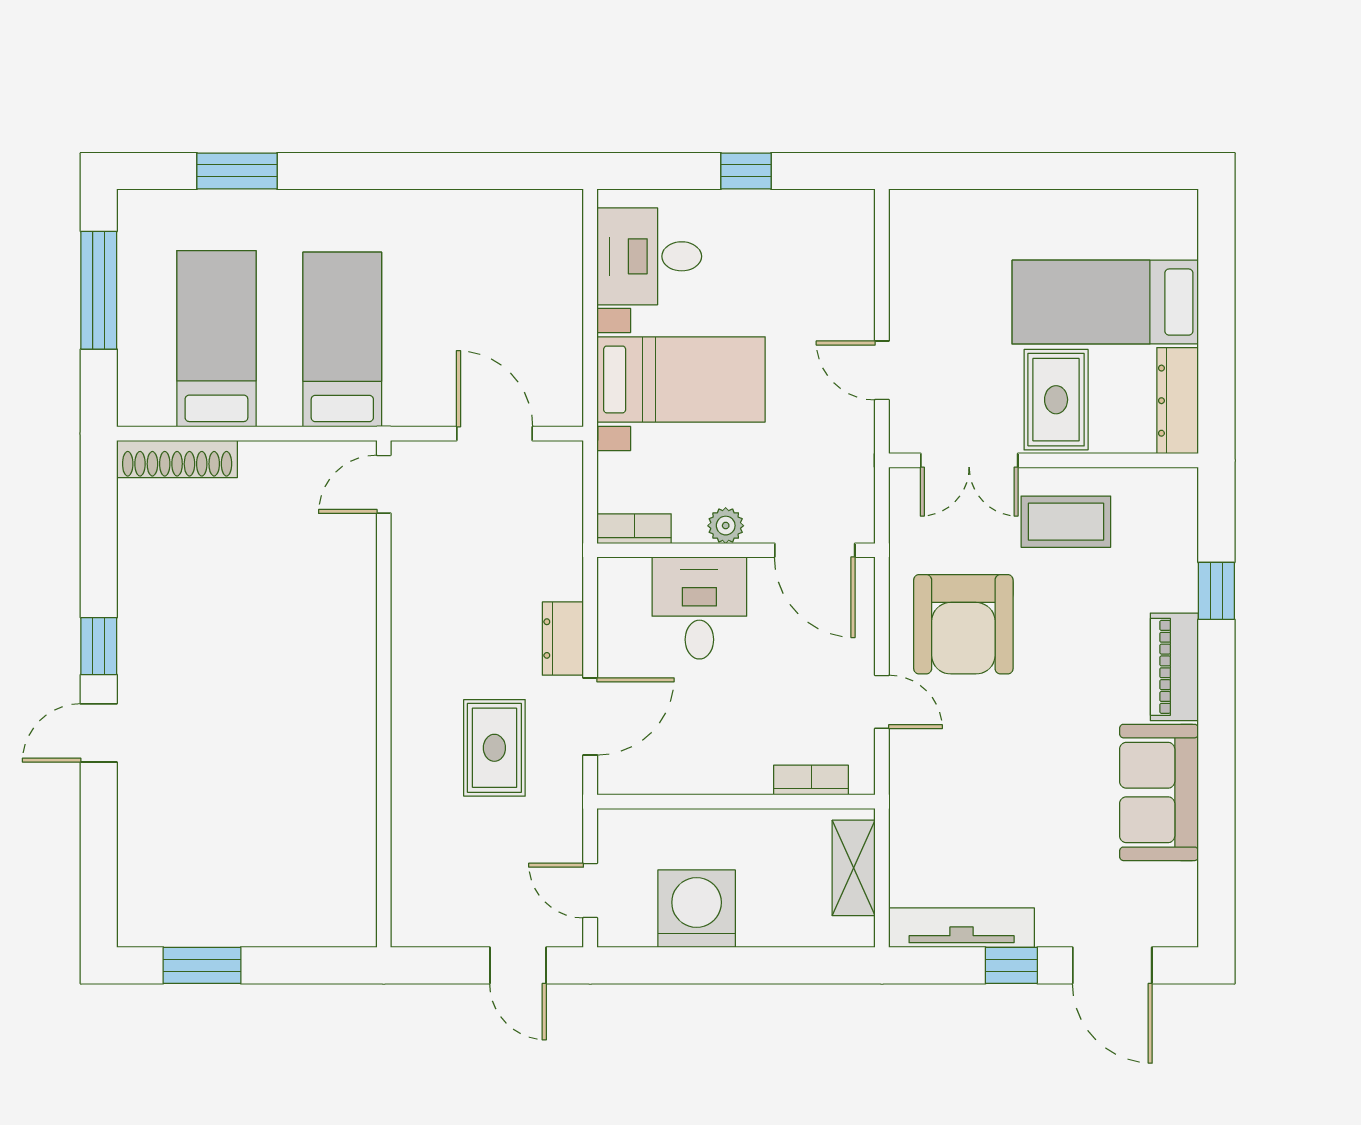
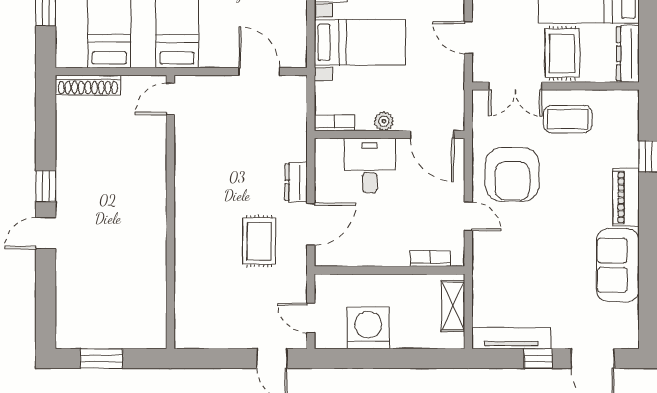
door: (384, 484) -> (170, 99), moved
wall: (384, 694) -> (170, 212), moved

